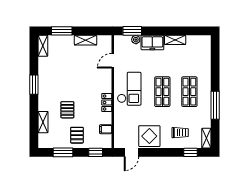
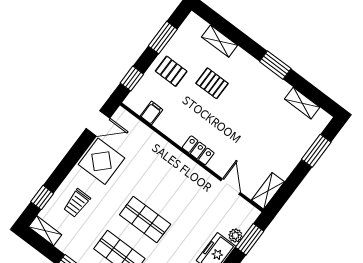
shelving: (86, 40) -> (268, 191), moved
shelving: (43, 46) -> (302, 103), moved
checkout: (129, 89) -> (180, 181), removed
locker: (107, 103) -> (198, 150), moved
door: (131, 152) -> (98, 123), swing flipped

